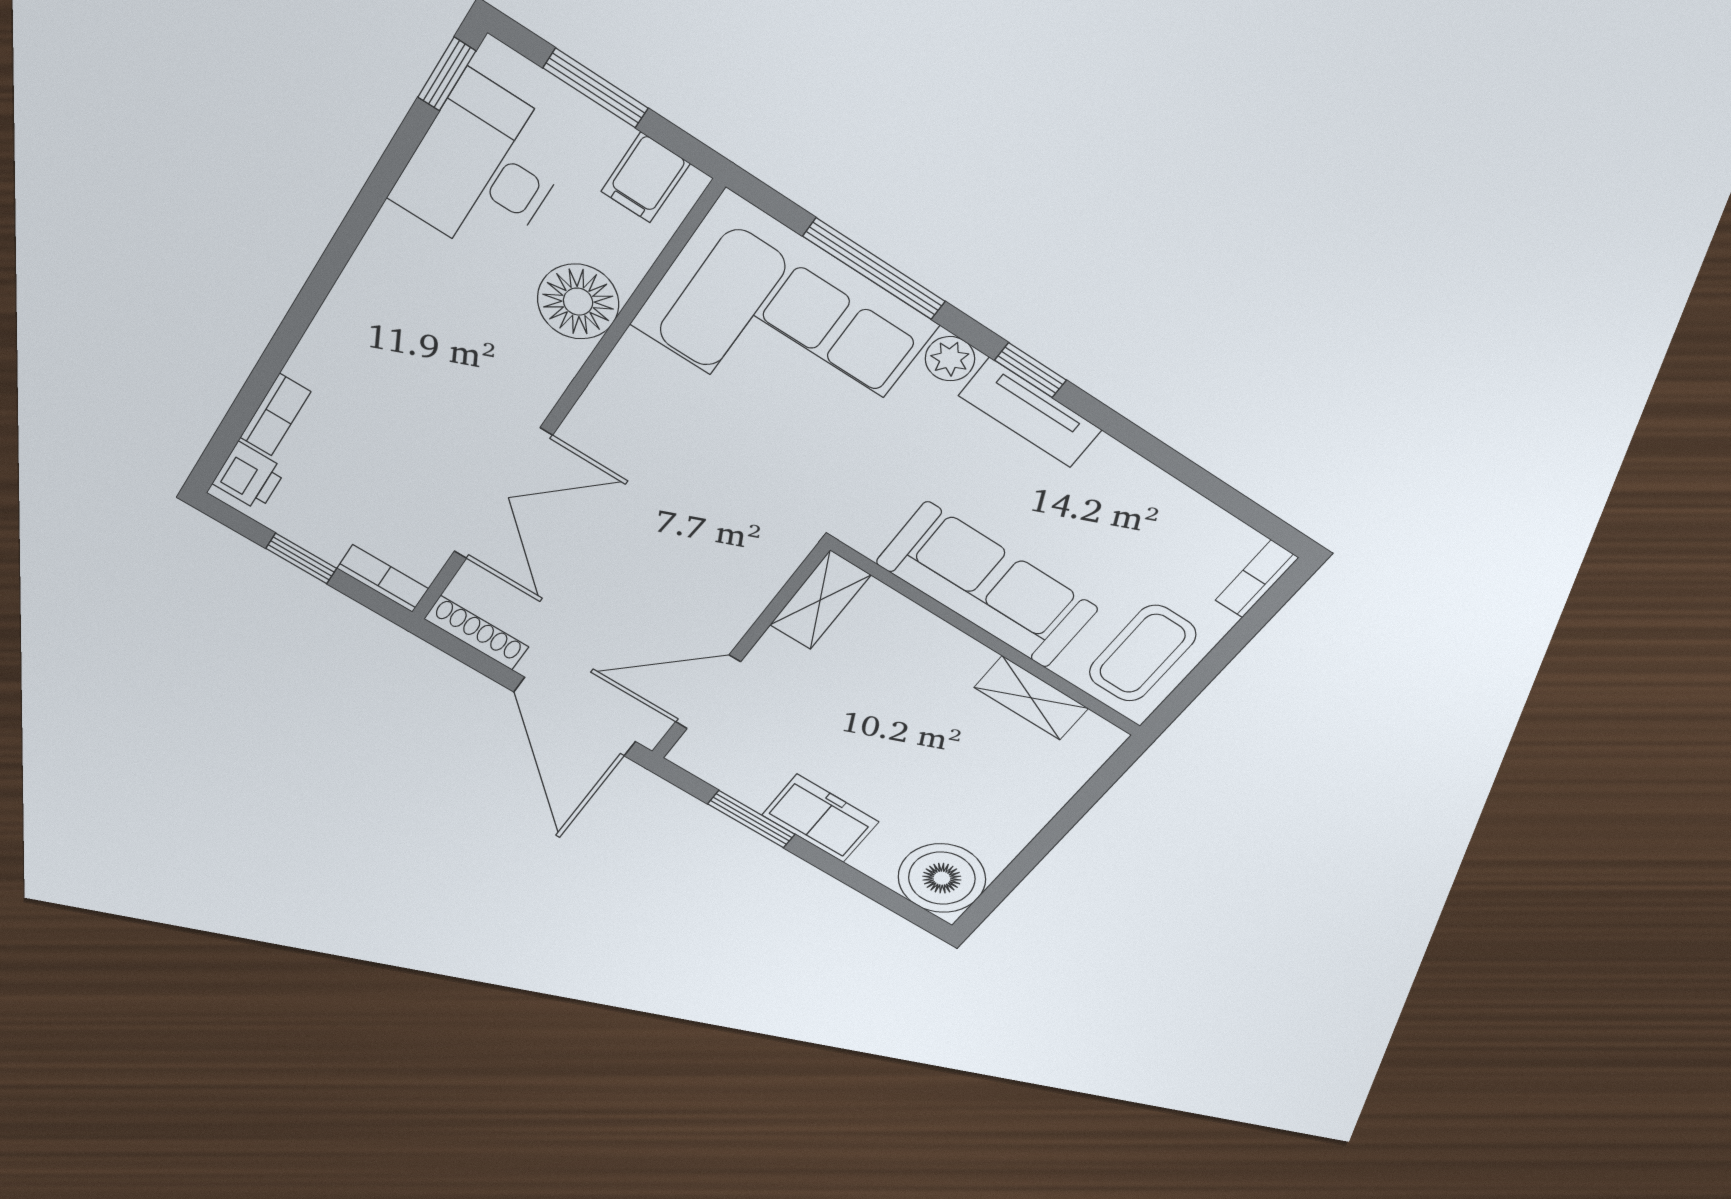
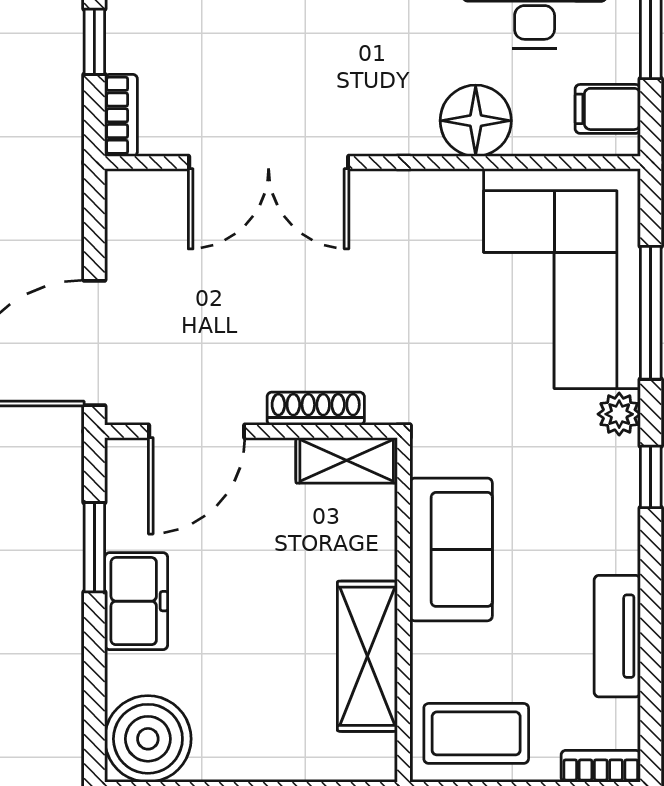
tv unit: (1030, 413) -> (617, 636), moved
sofa: (987, 586) -> (451, 549), width x0.73
shoe rack: (476, 633) -> (316, 409), moved, turned -90
door: (708, 692) -> (197, 431), swing flipped
shelving: (1031, 698) -> (367, 656), width x1.50, depth x1.33

